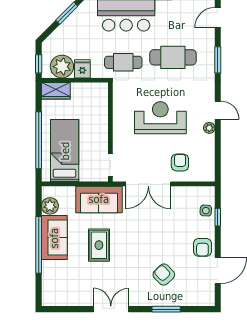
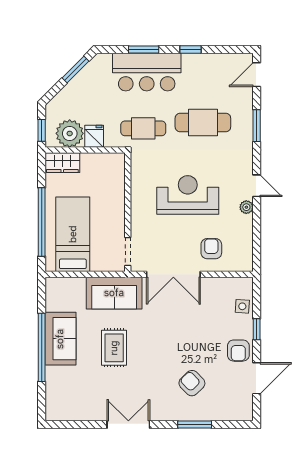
plant: (50, 206) -> (55, 301), removed
window: (218, 217) -> (257, 329), moved

